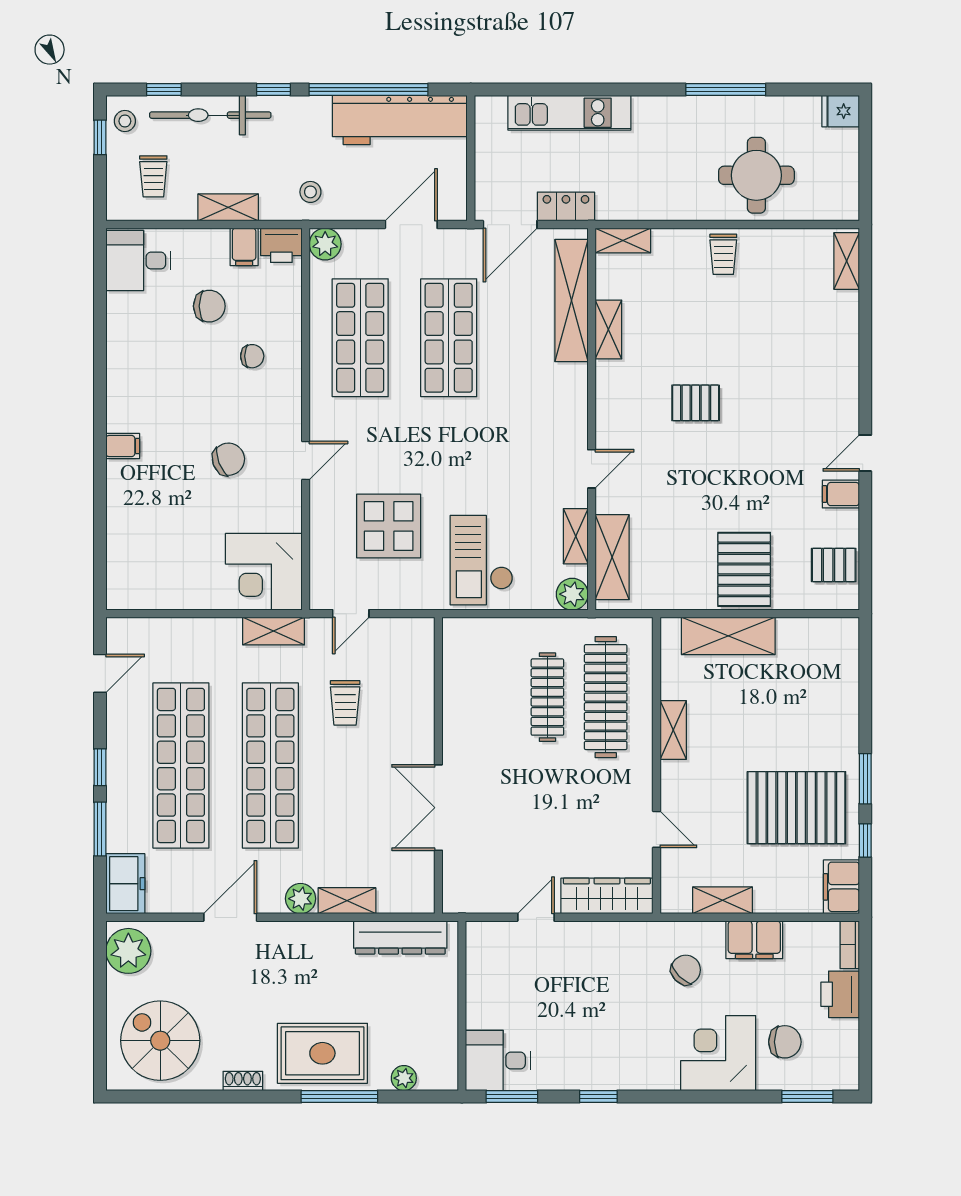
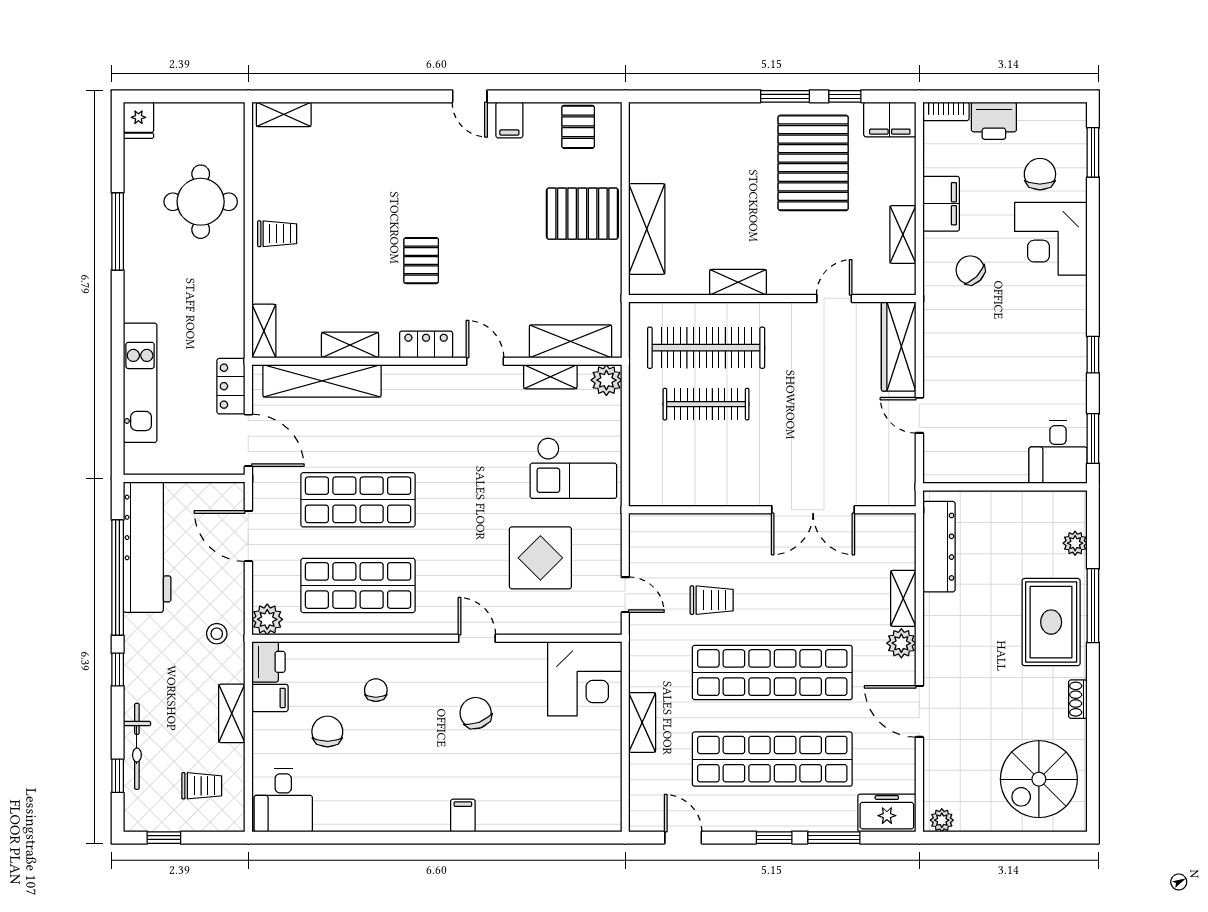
bicycle: (210, 115) -> (137, 746), width x0.73, depth x0.71
stool: (125, 121) -> (148, 813), removed
locker: (609, 408) -> (426, 344), added
shelving: (274, 631) -> (642, 722), moved
plant: (128, 951) -> (942, 820), width x0.53, depth x0.53

